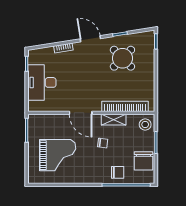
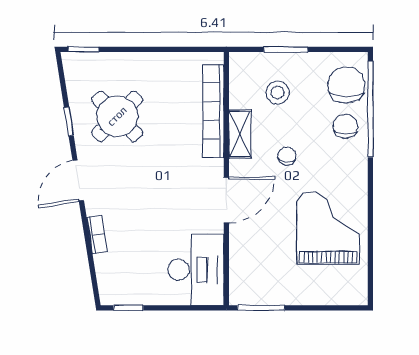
desk: (42, 82) -> (196, 270), moved, turned -90
stool: (145, 125) -> (278, 92), moved
grand piano: (58, 155) -> (328, 228), moved
chair: (143, 161) -> (346, 85), moved, turned -90

